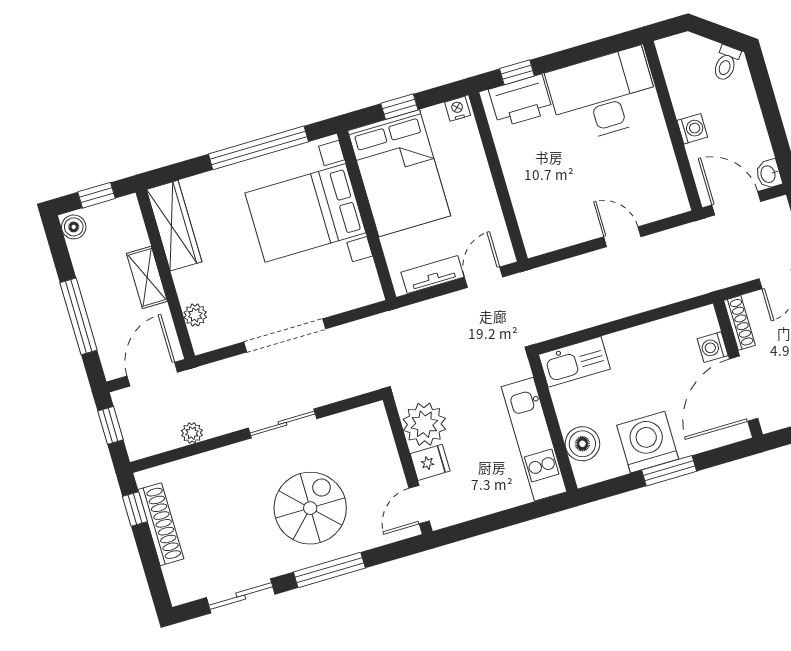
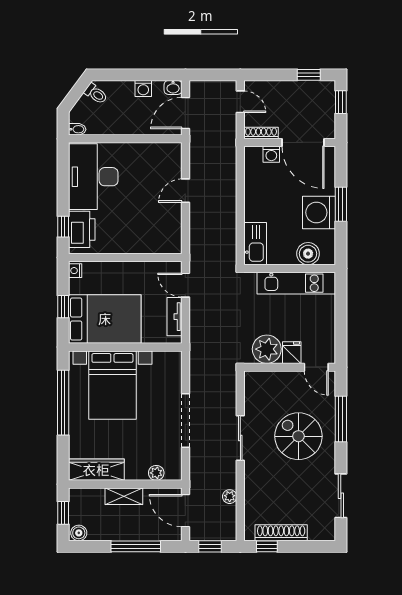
bidet: (666, 51) -> (77, 129), added
washing machine: (692, 129) -> (143, 88), moved, turned 180
window: (329, 570) -> (341, 419), moved

